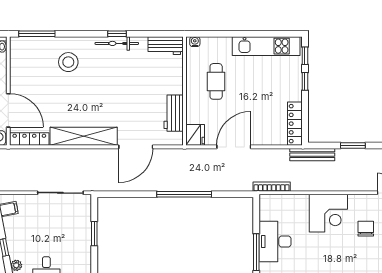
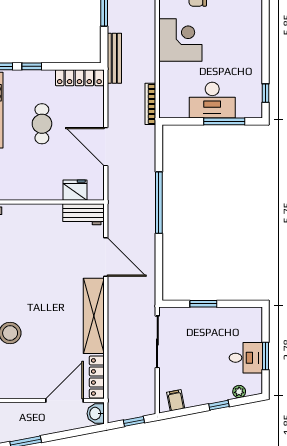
cafe table: (216, 81) -> (42, 124), moved, turned 90
workbench: (174, 113) -> (83, 214), moved
fridge: (195, 135) -> (75, 190), moved

